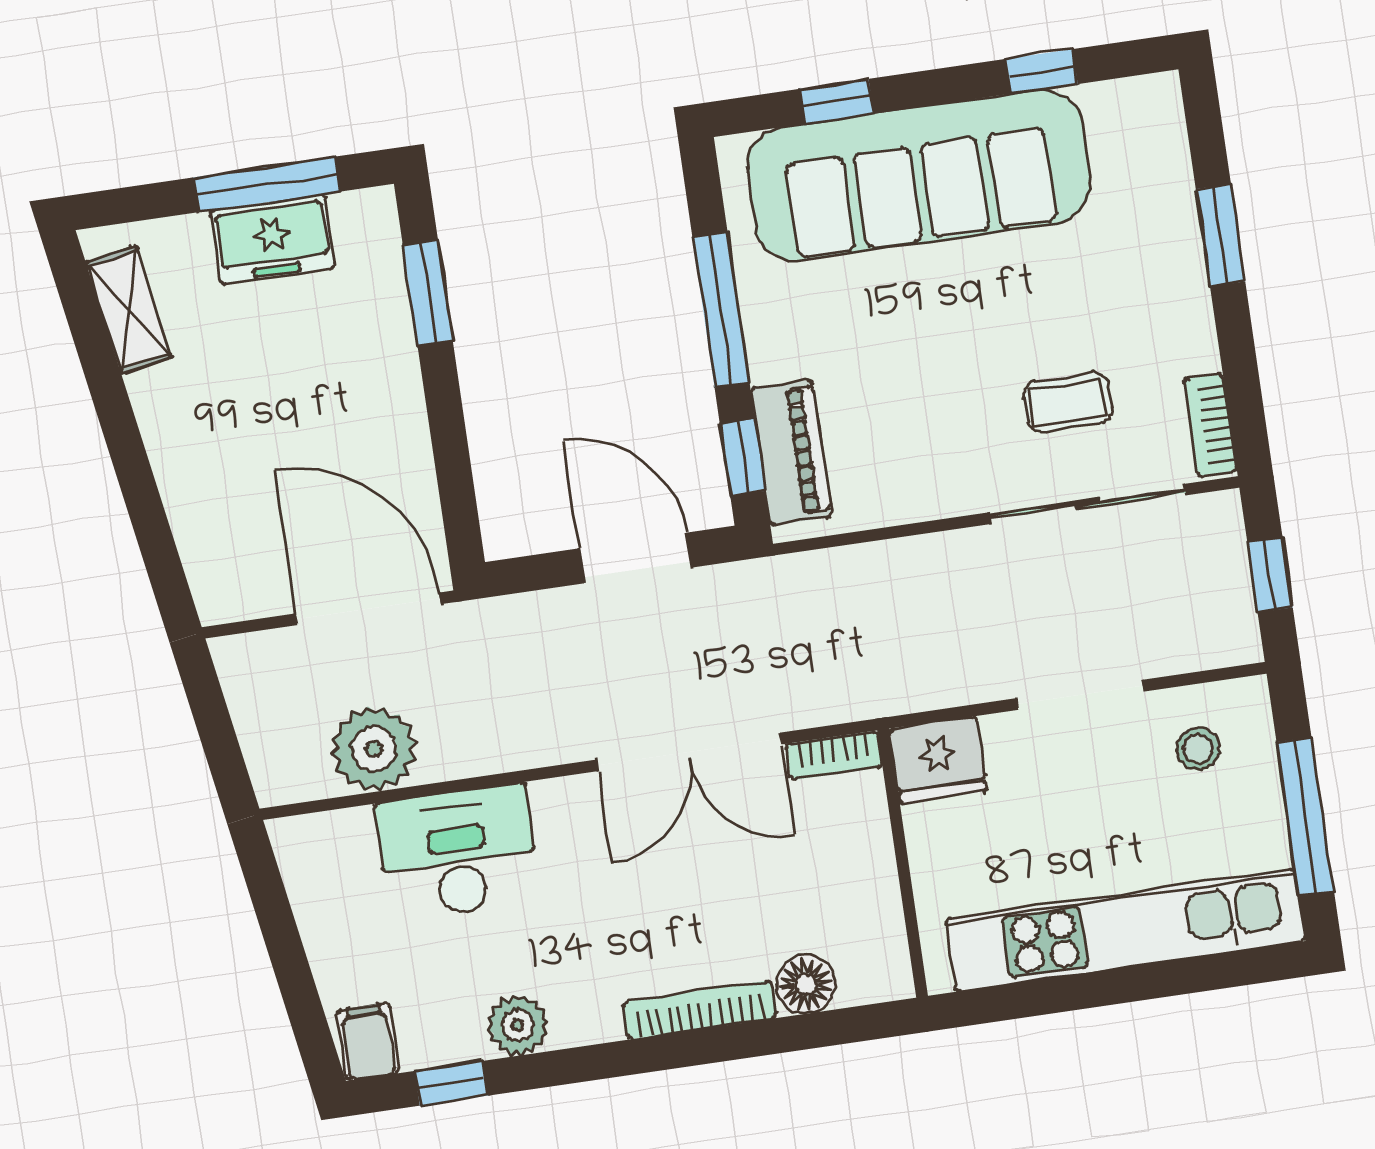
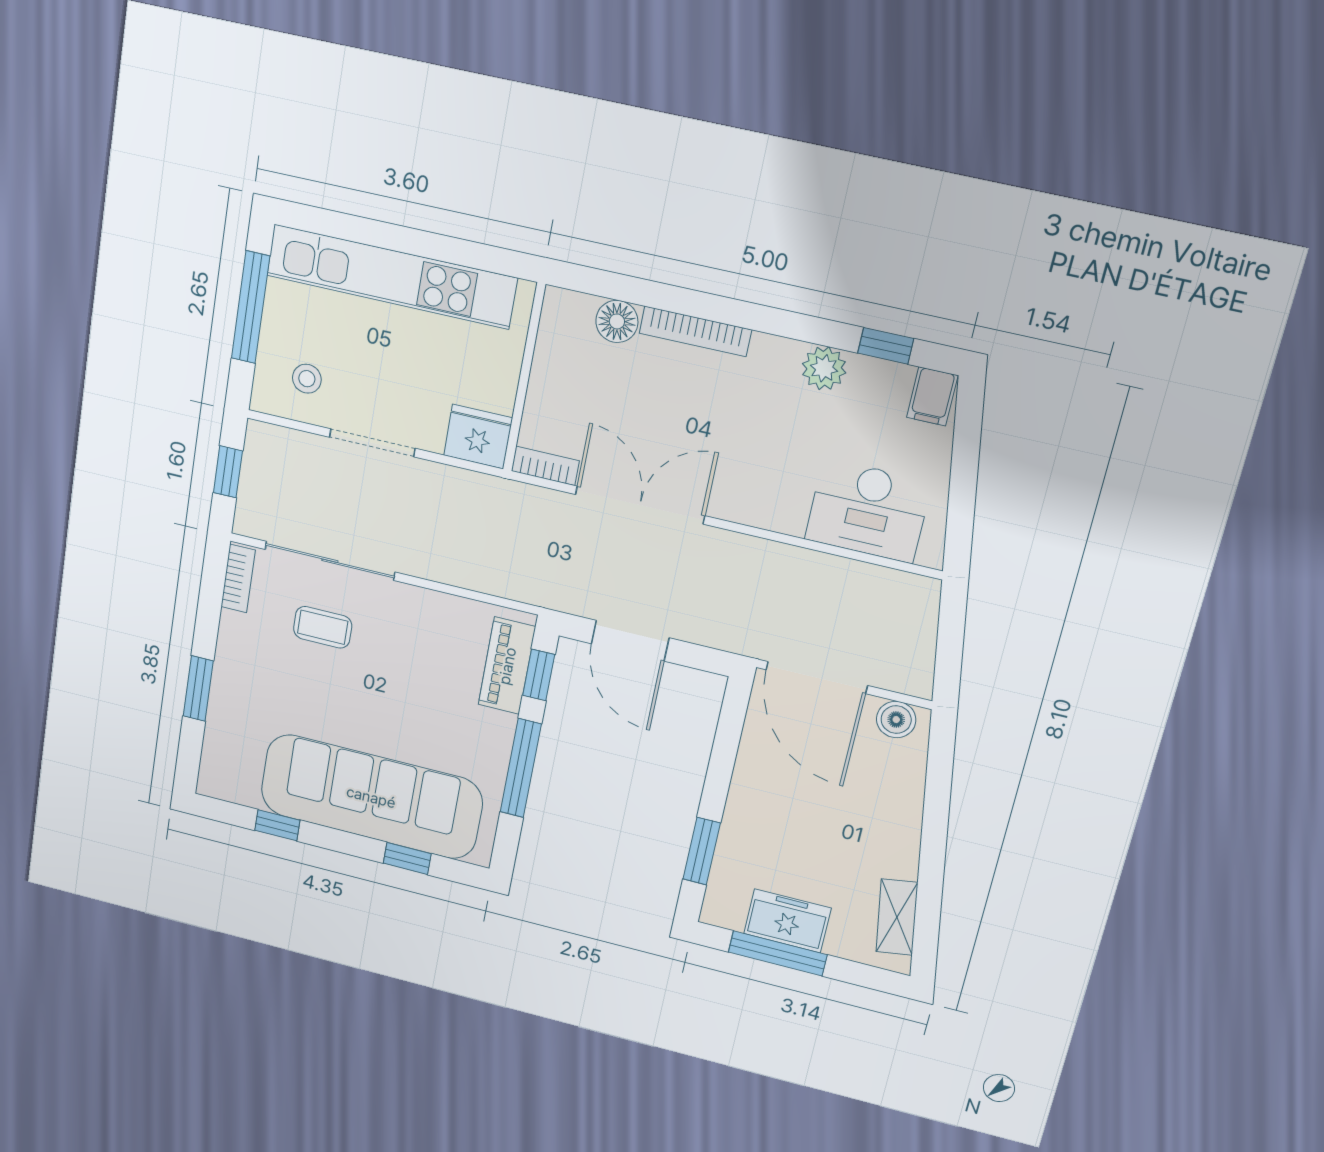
boiler: (242, 593) -> (896, 720), added
plant: (374, 749) -> (849, 588), removed
desk: (458, 852) -> (868, 511), moved

